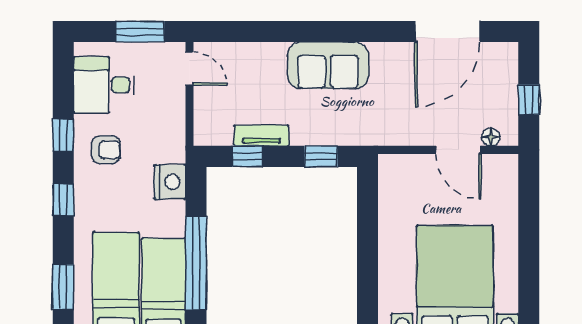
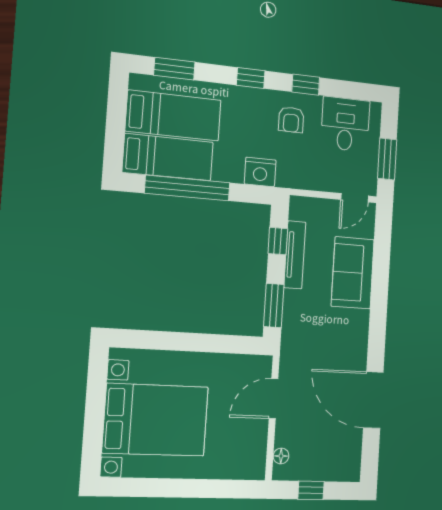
door: (448, 32) -> (373, 400), moved
sofa: (328, 65) -> (353, 273), moved
tv unit: (261, 136) -> (295, 255), width x1.41
door: (459, 150) -> (273, 399), moved
window: (321, 156) -> (274, 305), width x1.50

